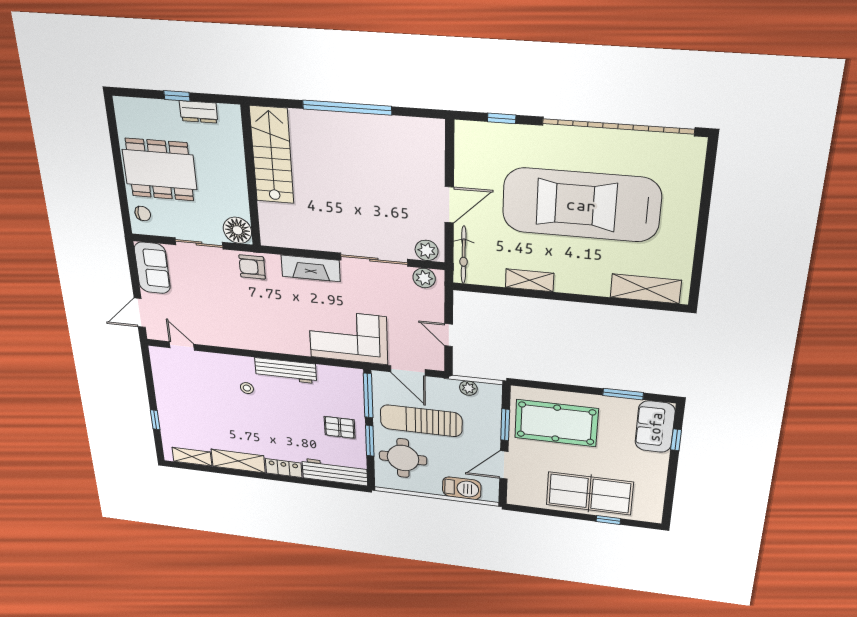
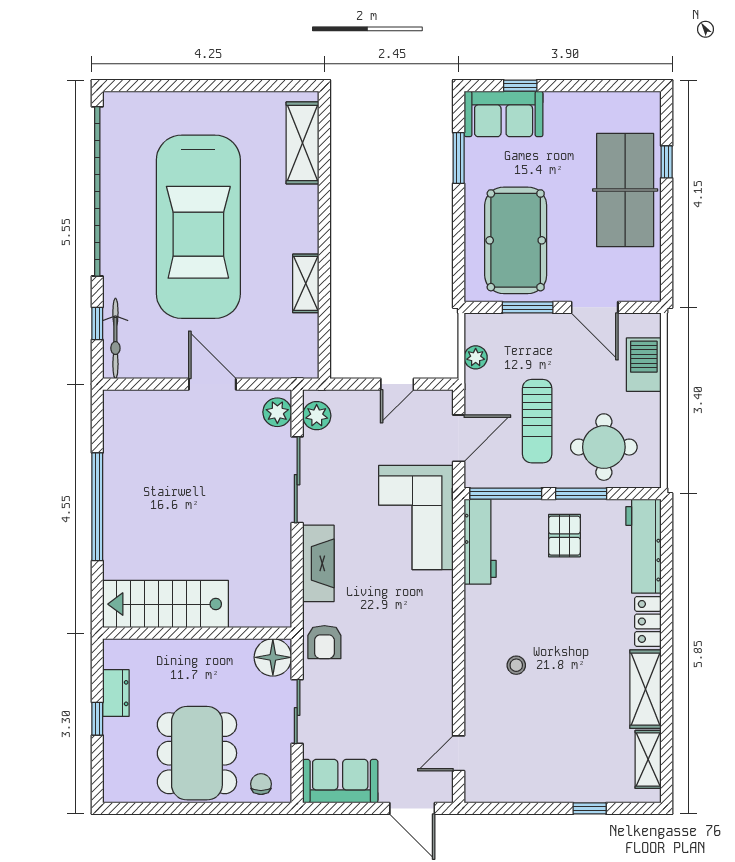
bicycle: (464, 255) -> (115, 338), moved, turned 90
workbench: (286, 371) -> (480, 542), moved
sun lounger: (421, 421) -> (537, 421), width x0.73, depth x0.75

